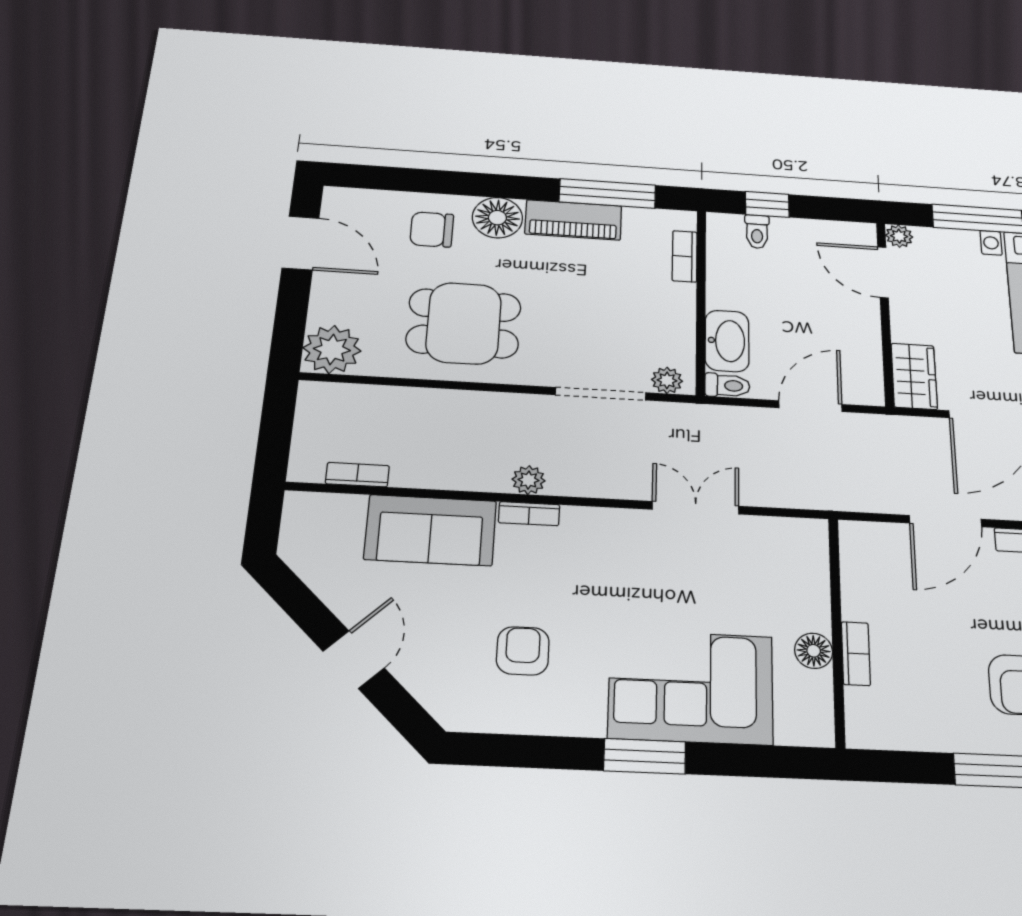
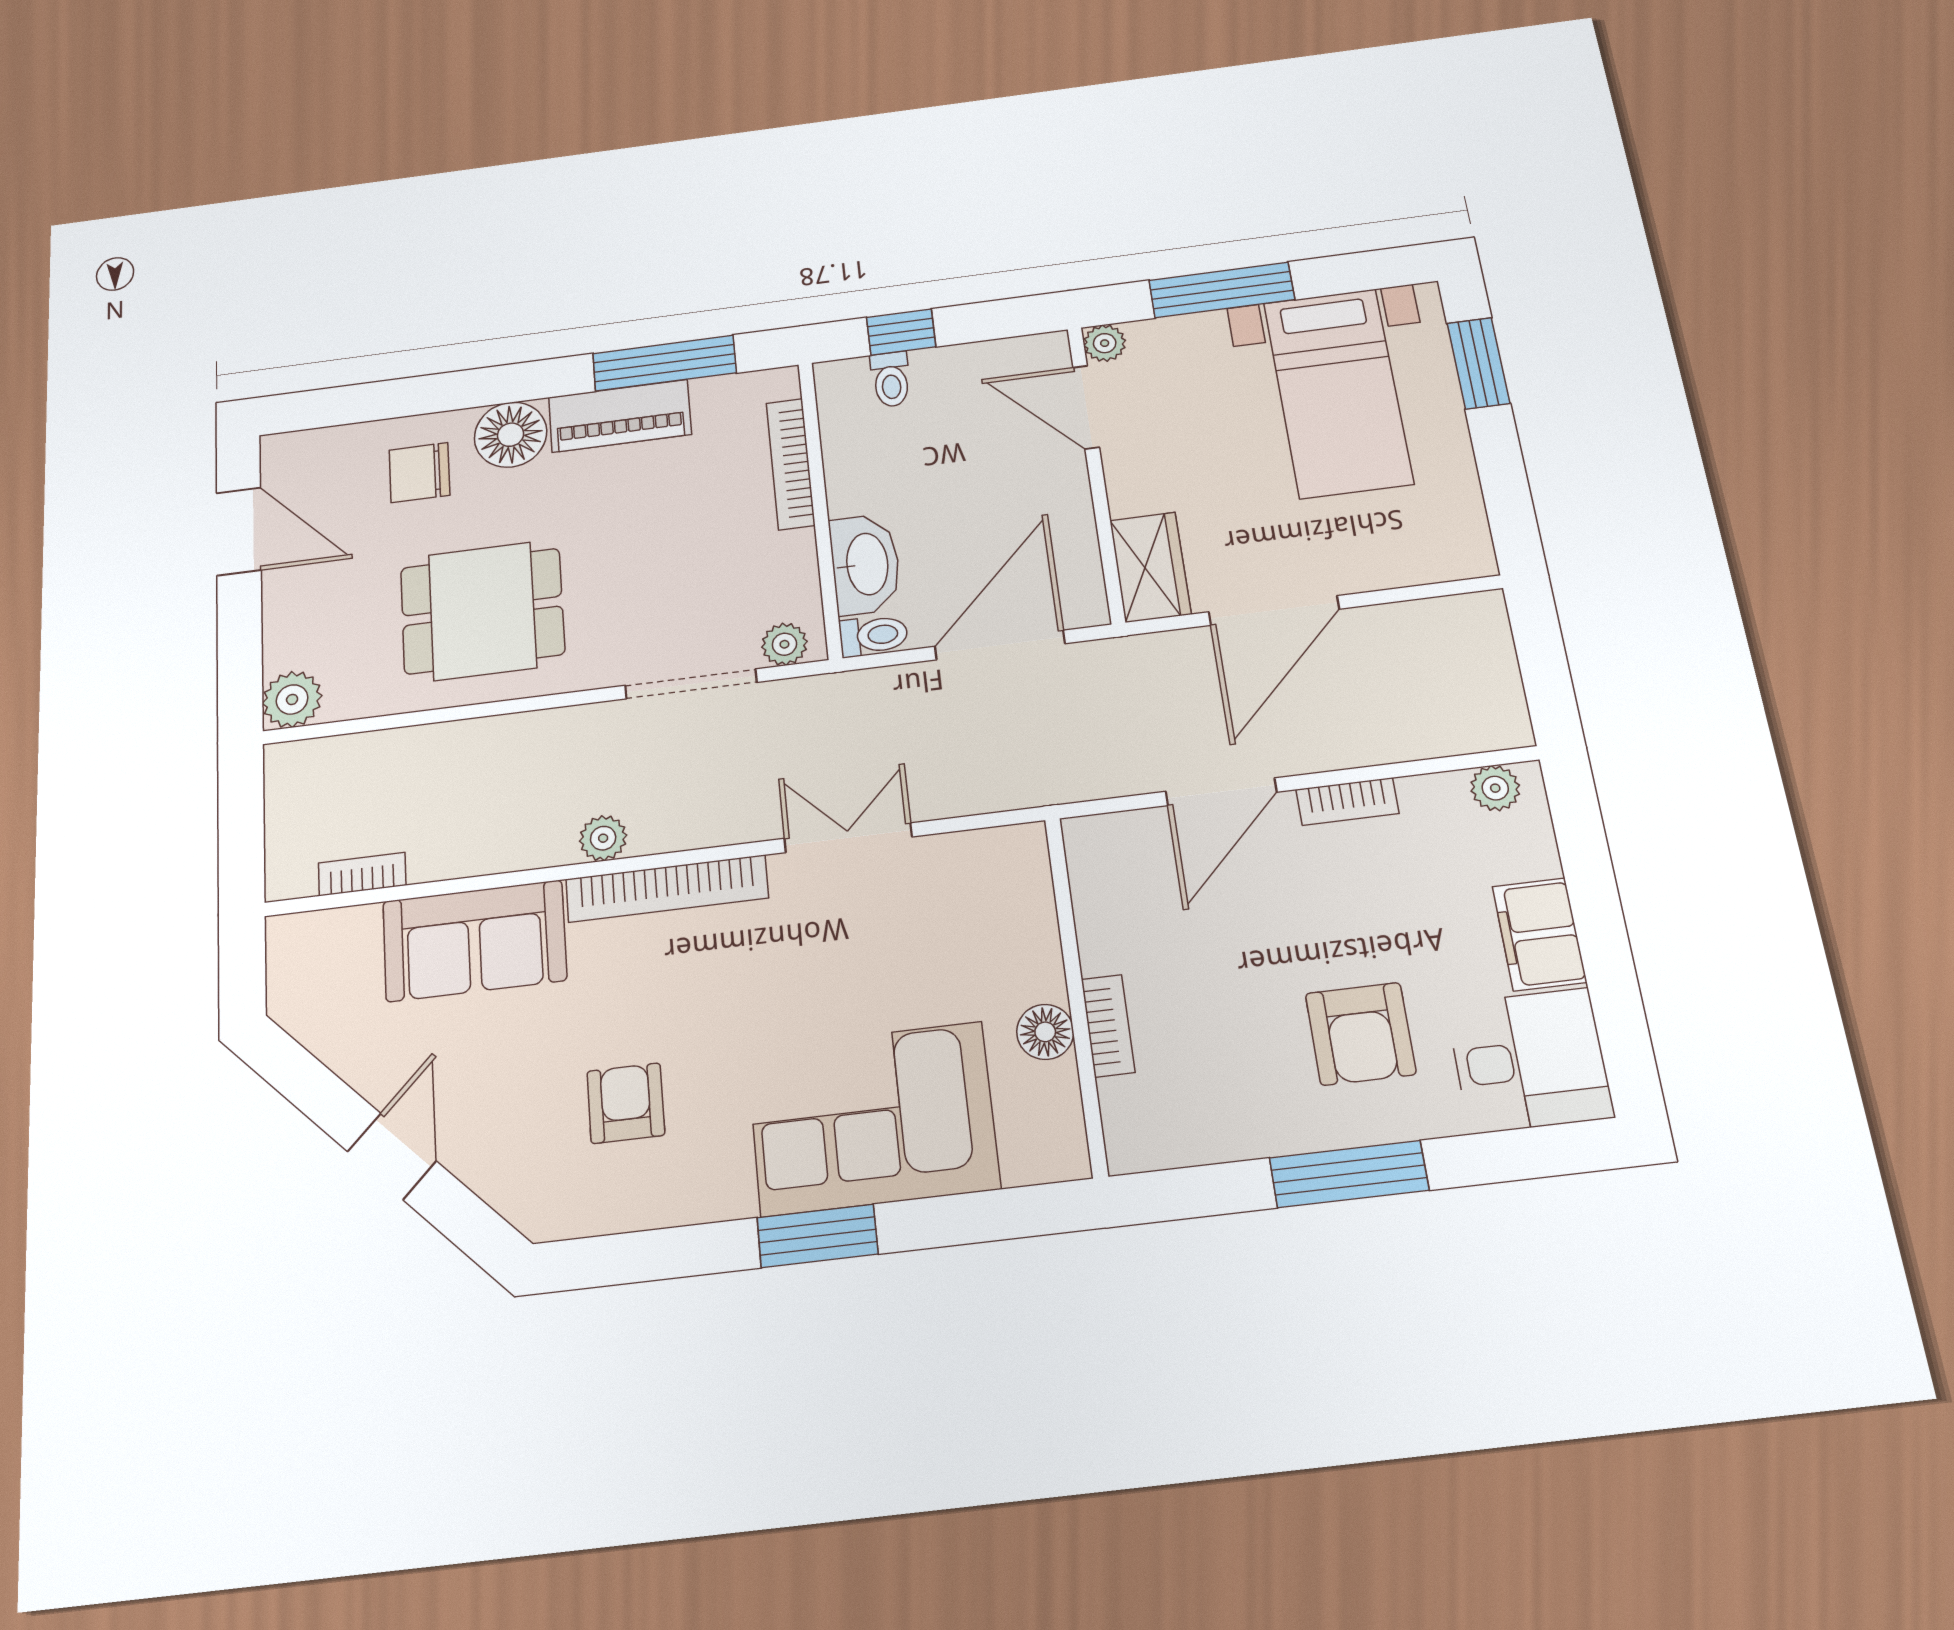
bookcase: (685, 256) -> (791, 464), width x1.56
plant: (332, 349) -> (292, 699), width x0.73, depth x0.73
door: (810, 406) -> (1000, 645), width x1.36
bookcase: (529, 514) -> (667, 889), width x2.31, depth x1.31

